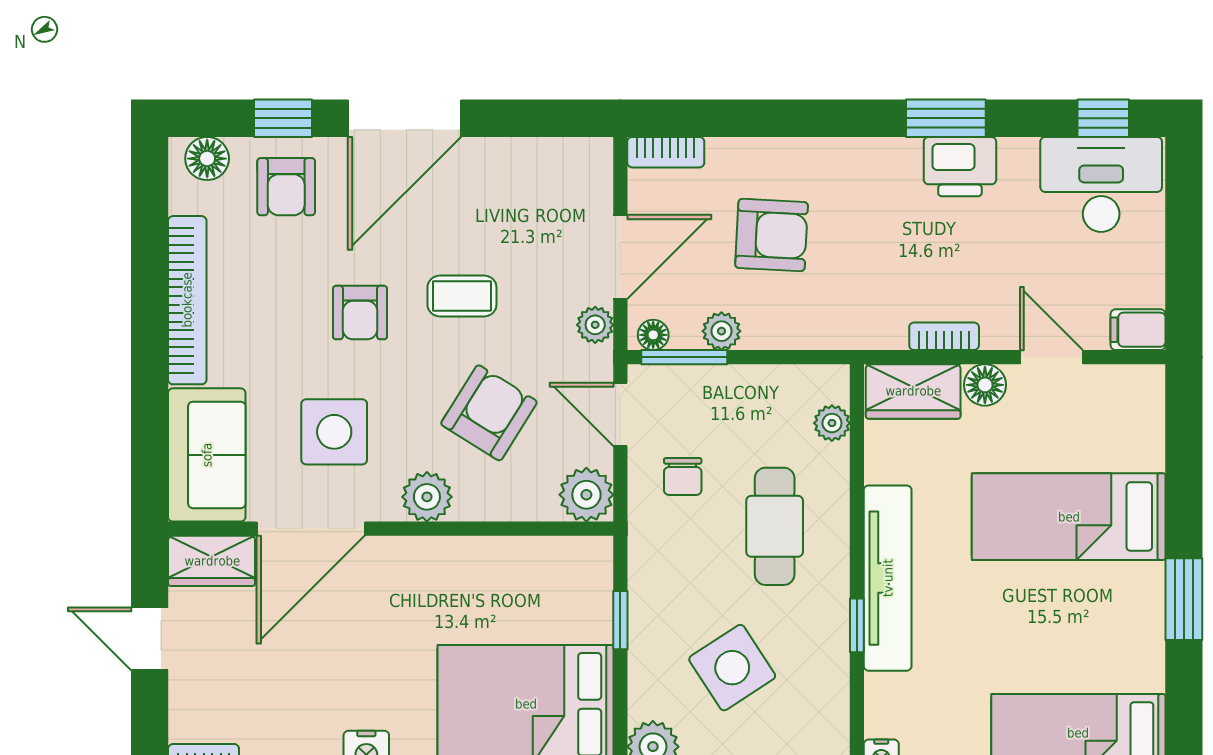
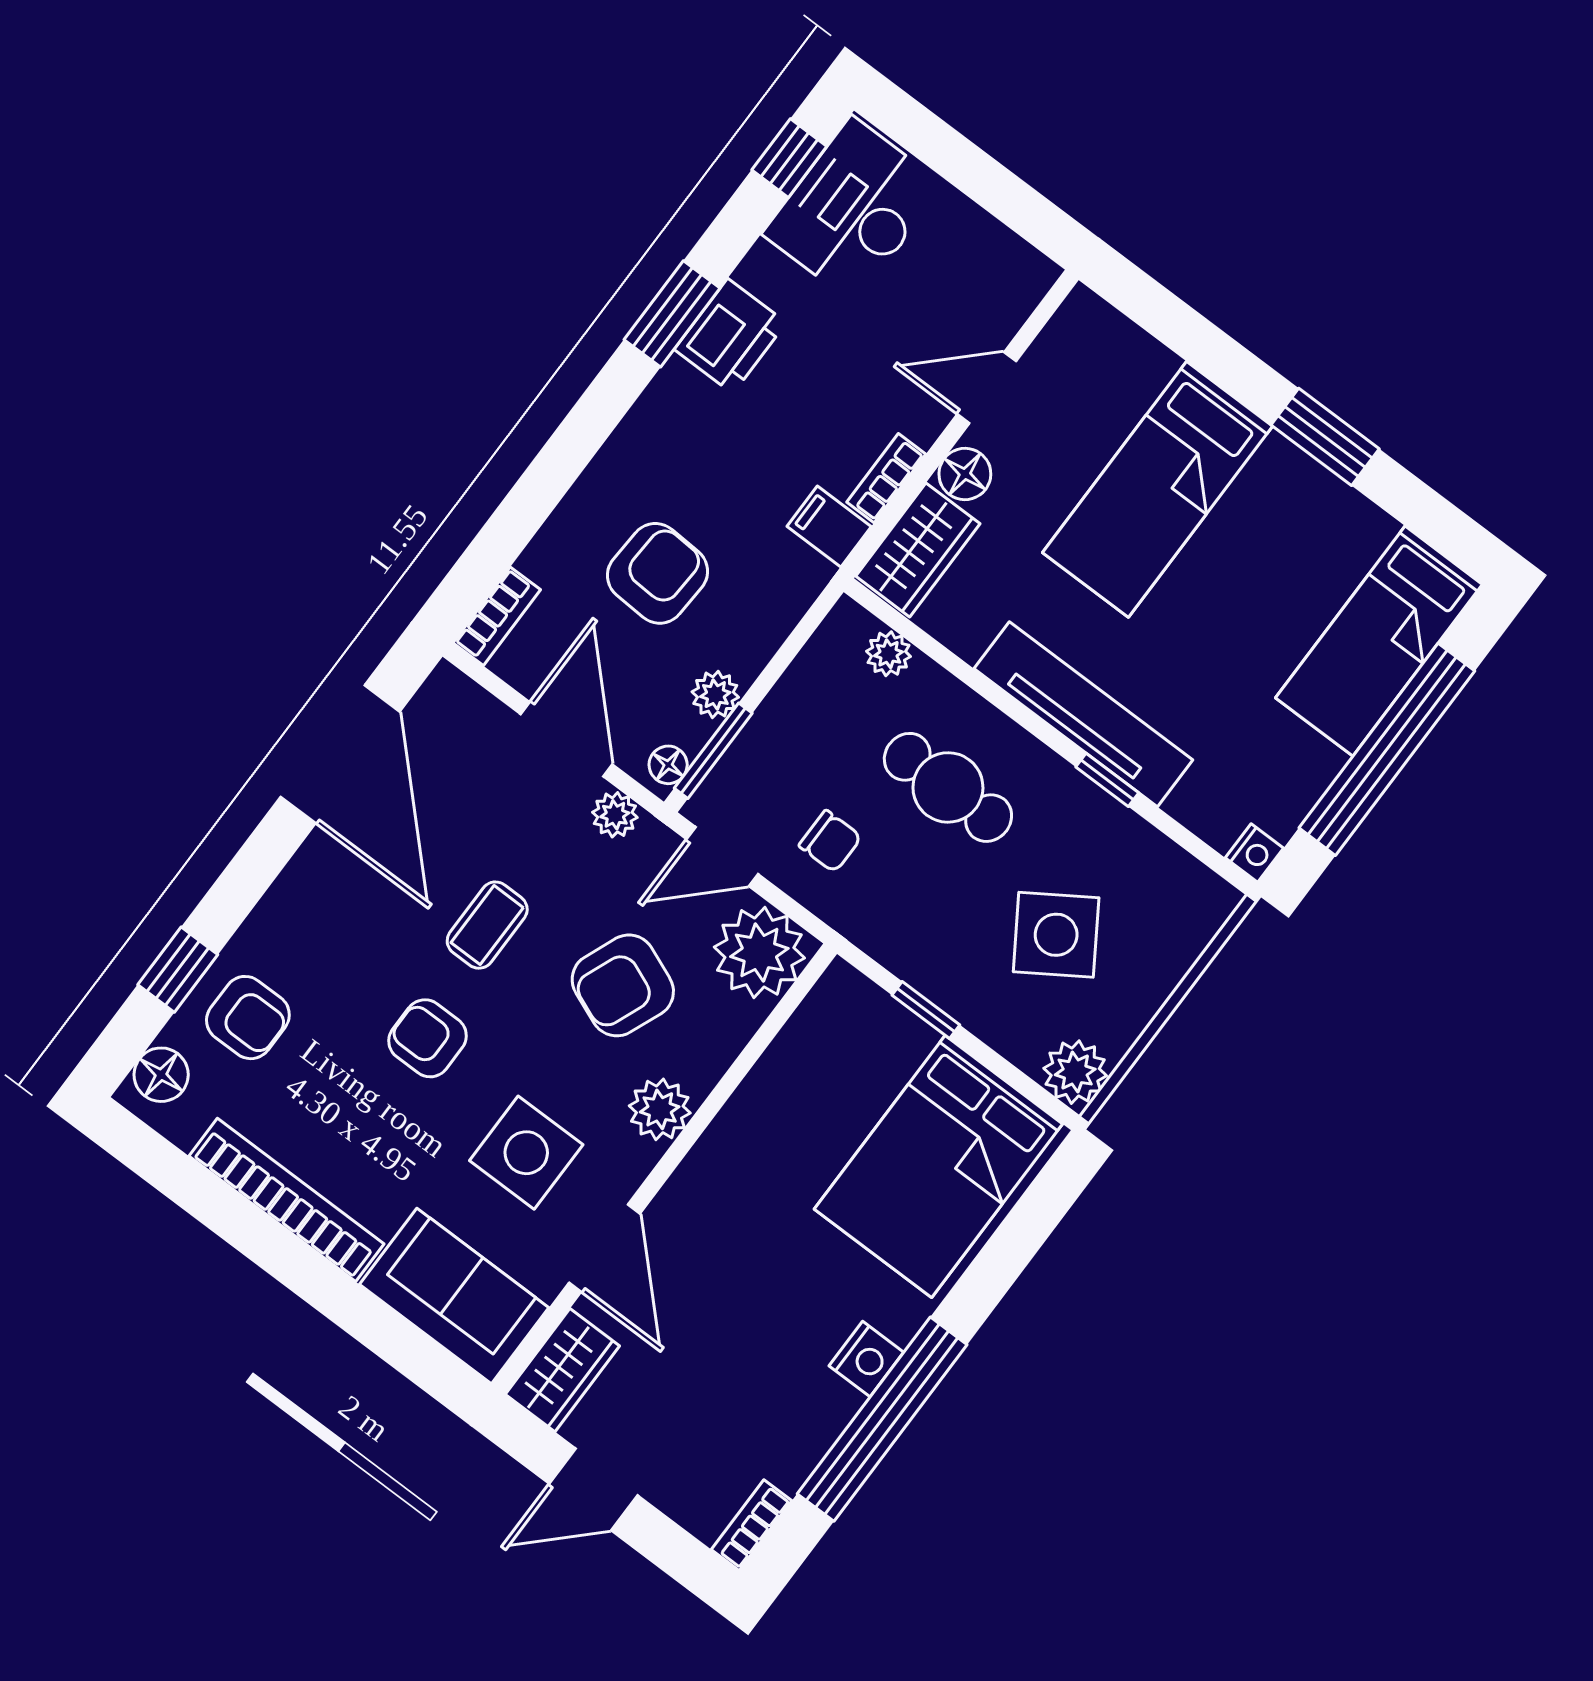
door: (404, 118) -> (340, 754), moved
armchair: (360, 313) -> (427, 1038), turned 180
filing cabinet: (1138, 330) -> (829, 526), moved, turned 90
armchair: (489, 413) -> (623, 985), turned -100
plant: (586, 495) -> (759, 952), width x1.36, depth x1.36
door: (311, 529) -> (605, 1248), width x0.73

